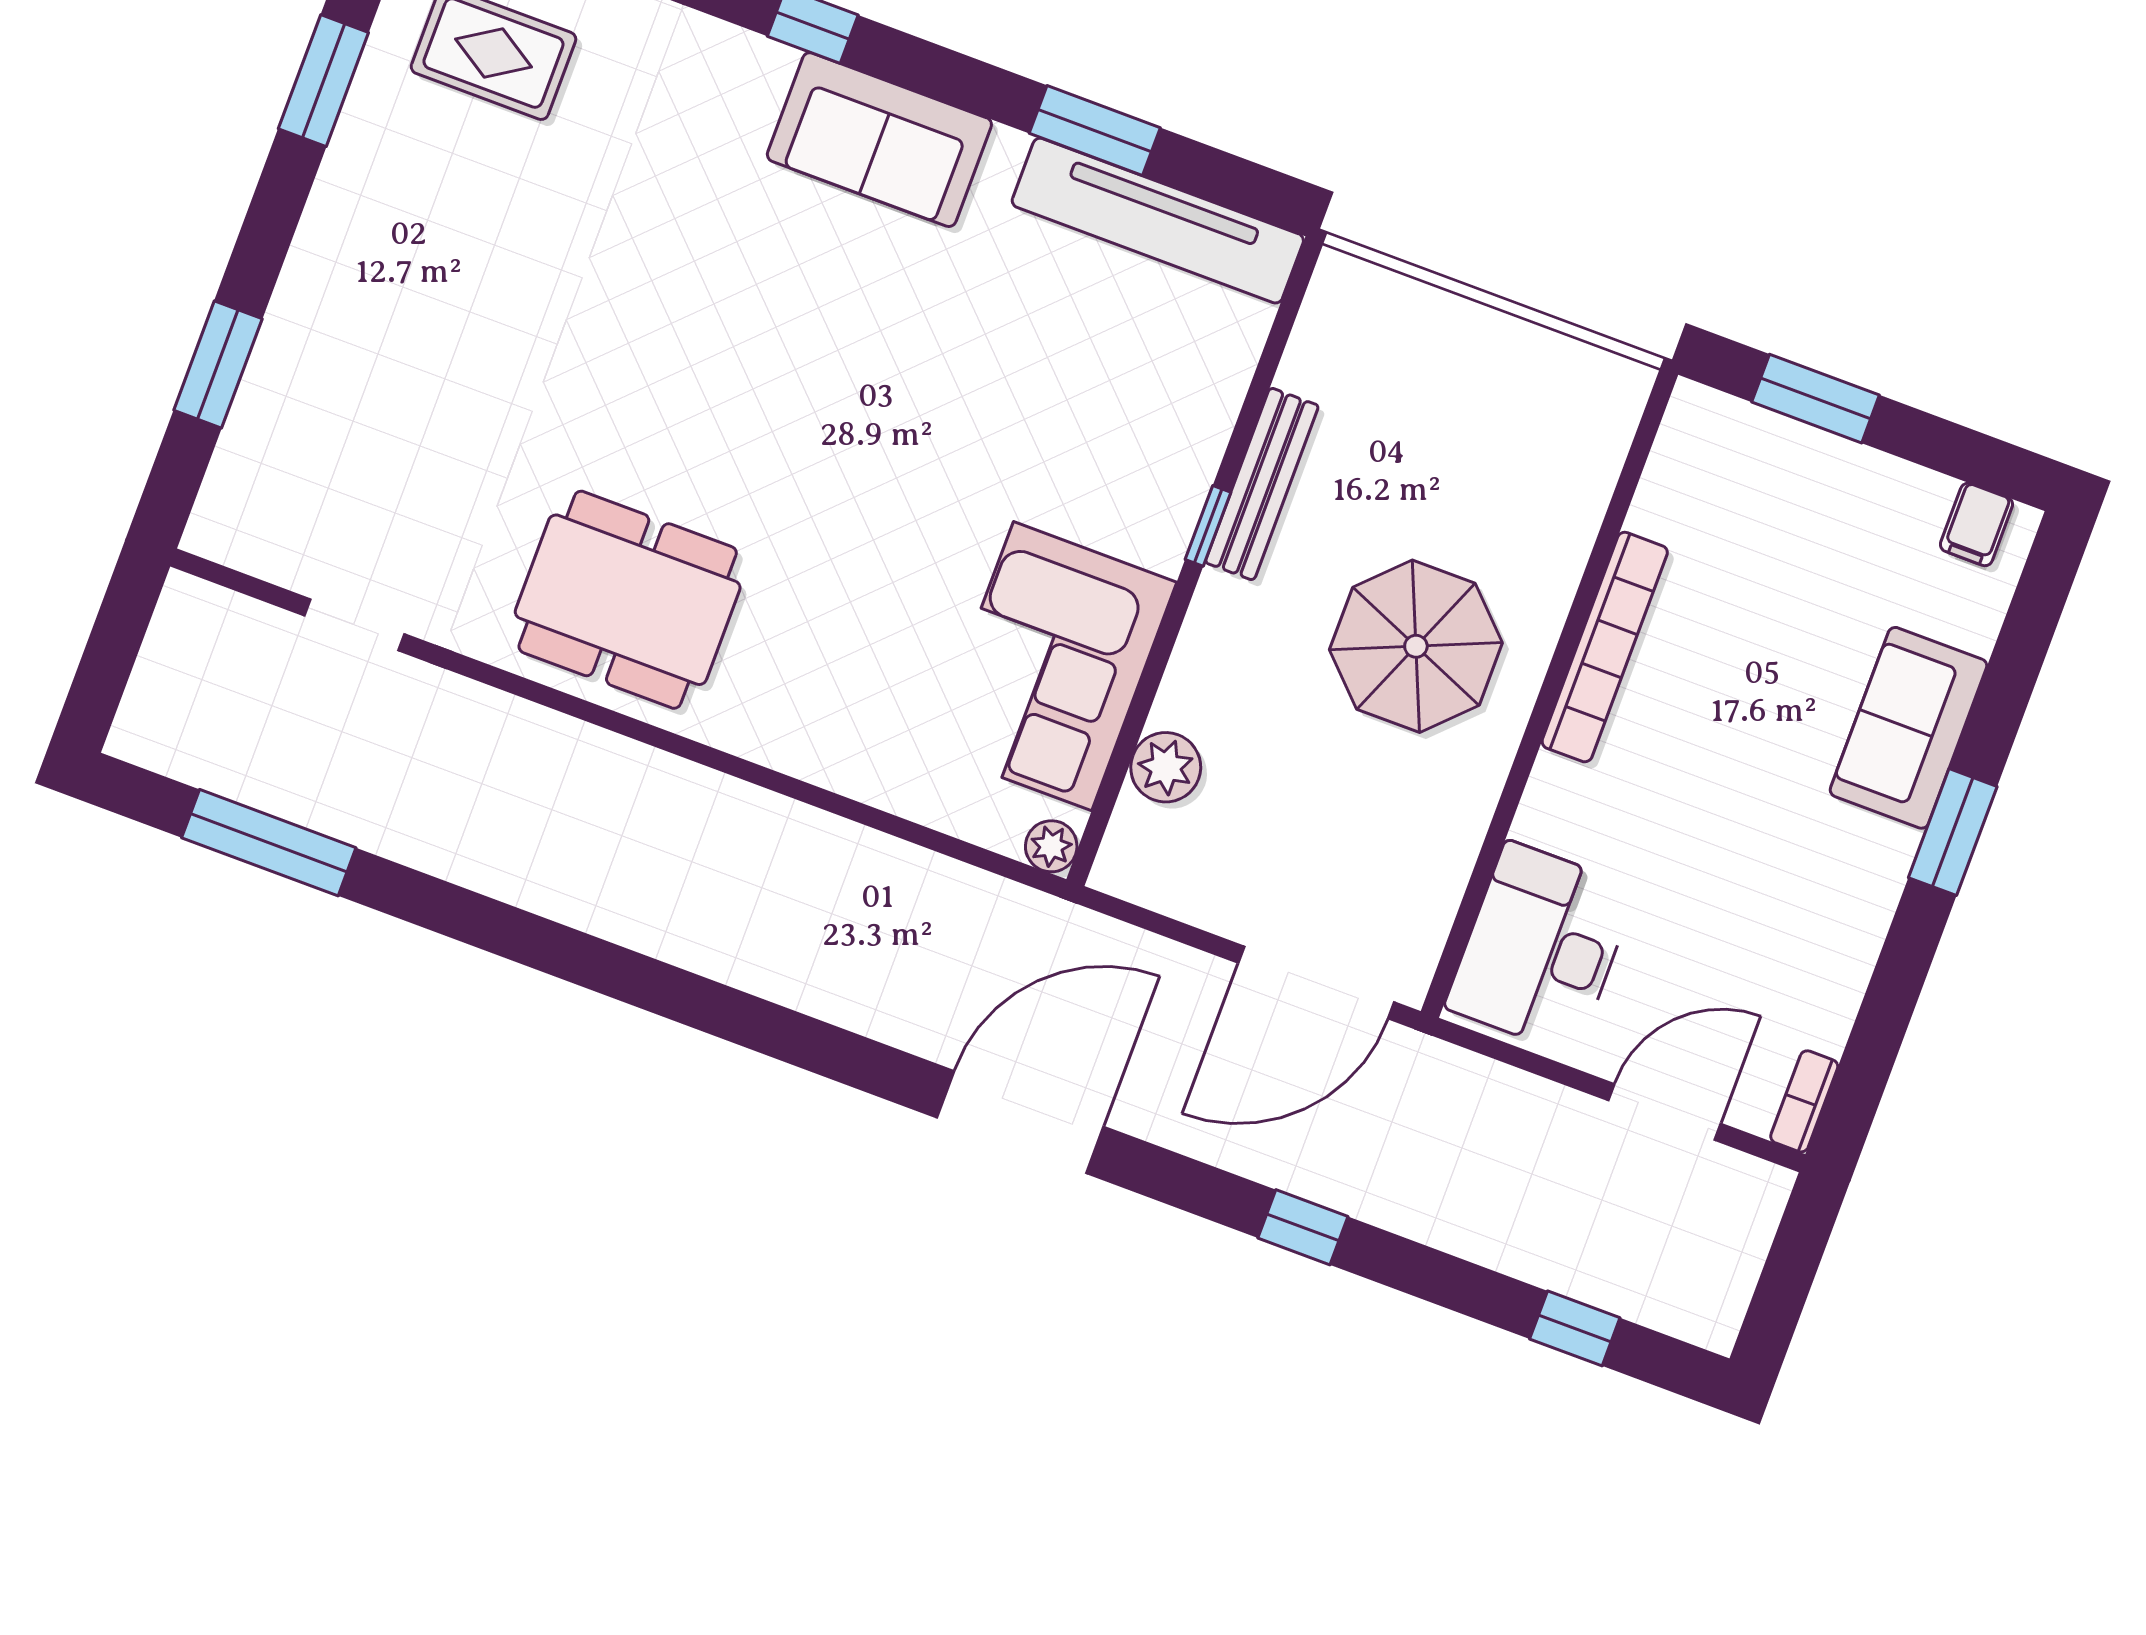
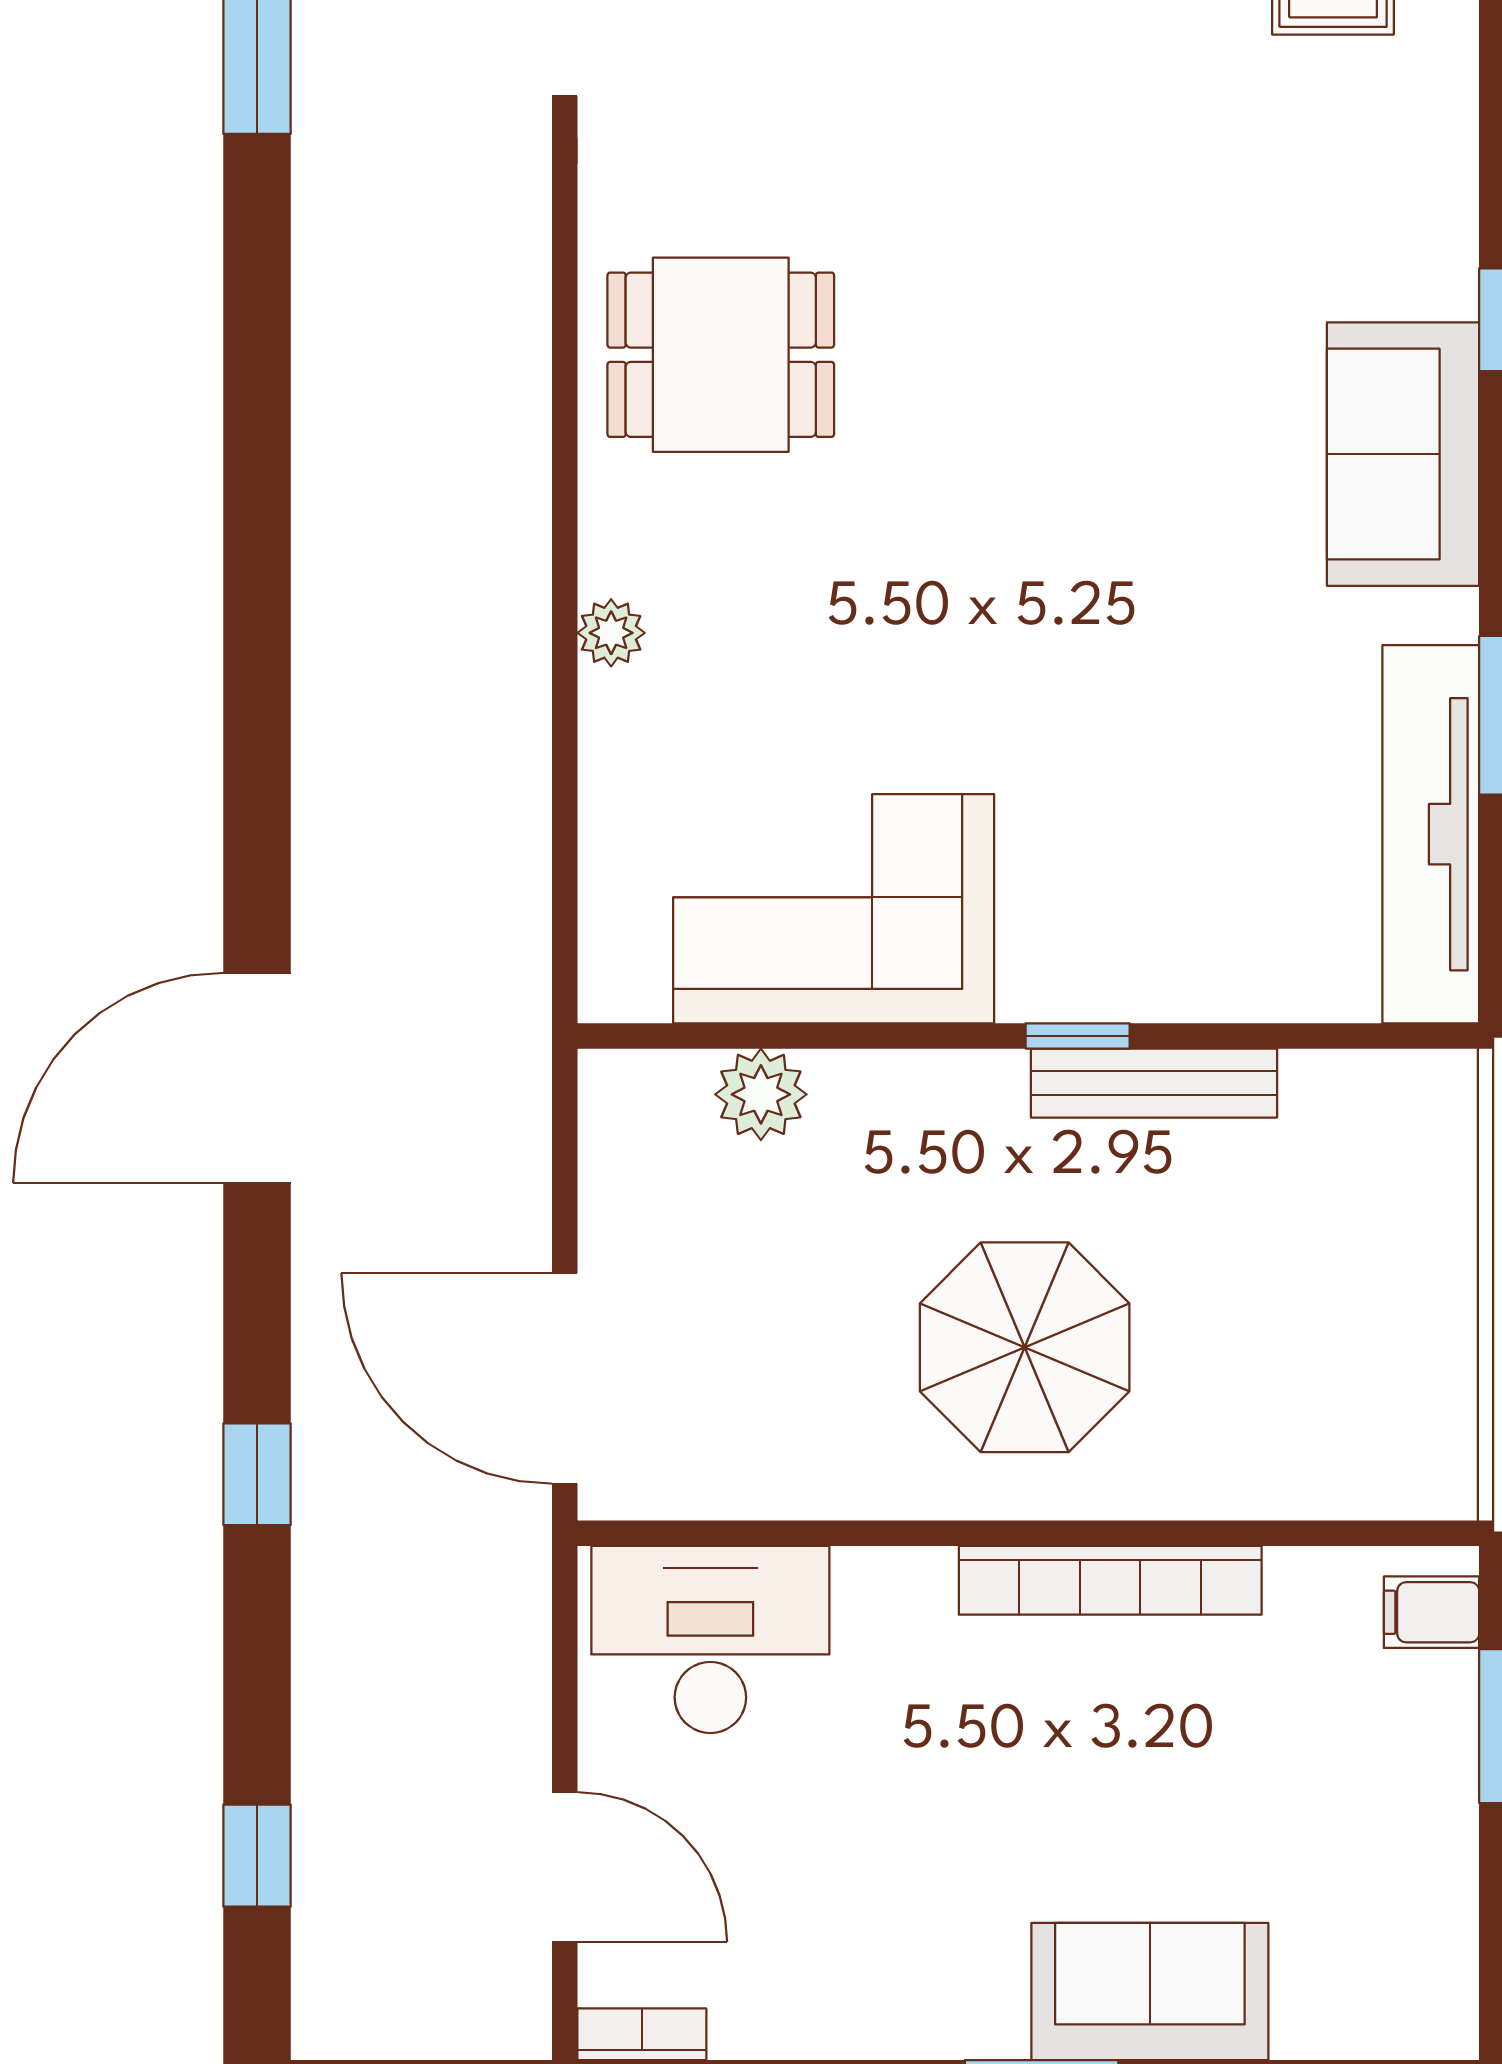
filing cabinet: (1976, 524) -> (1432, 1612), moved
dining table: (628, 600) -> (721, 355), width x0.73
plant: (1051, 846) -> (611, 633), moved
door: (1020, 1122) -> (257, 1078), swing flipped

